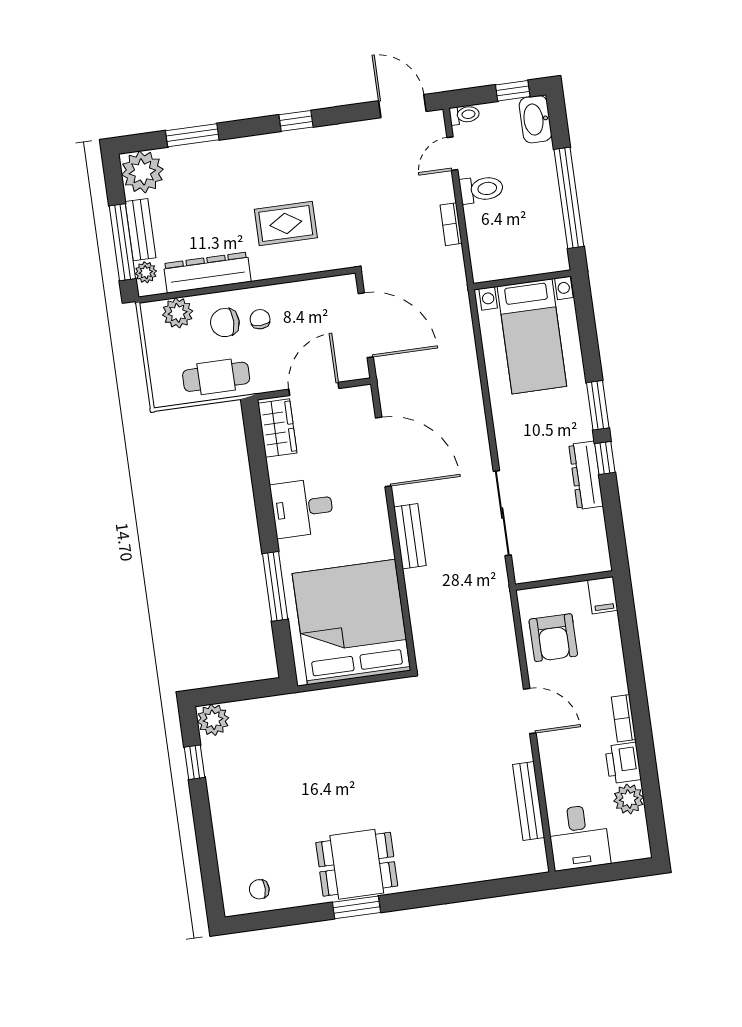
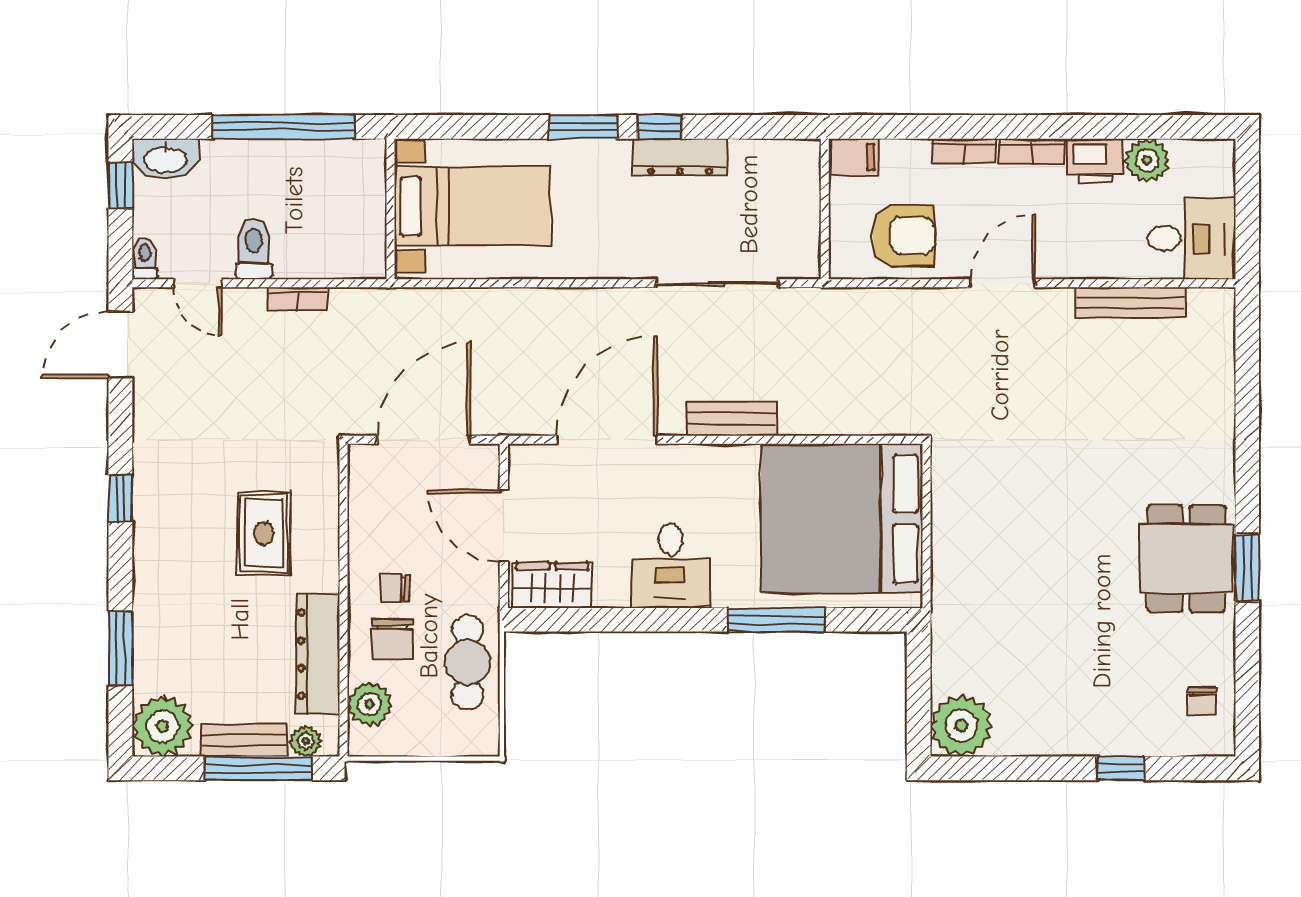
bookcase: (618, 672) -> (964, 151), added
plant: (213, 720) -> (961, 726), width x1.36, depth x1.36
window: (195, 762) -> (1121, 768), moved

